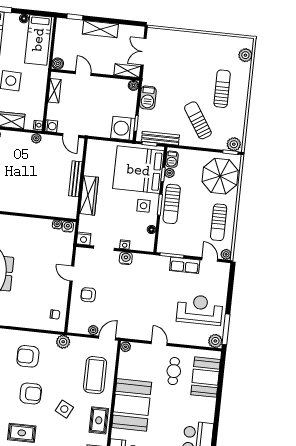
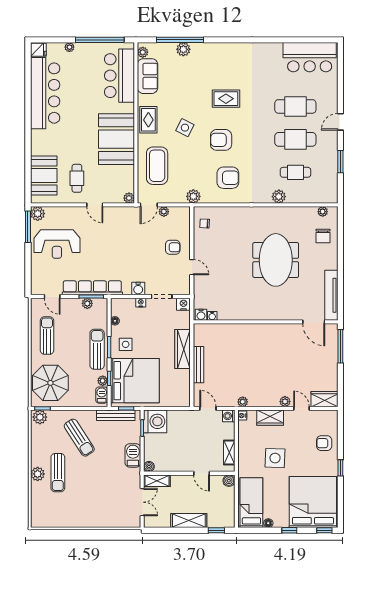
plant: (245, 55) -> (38, 474), moved
plant: (226, 254) -> (87, 303), moved
row of seats: (185, 265) -> (92, 288), width x2.02

